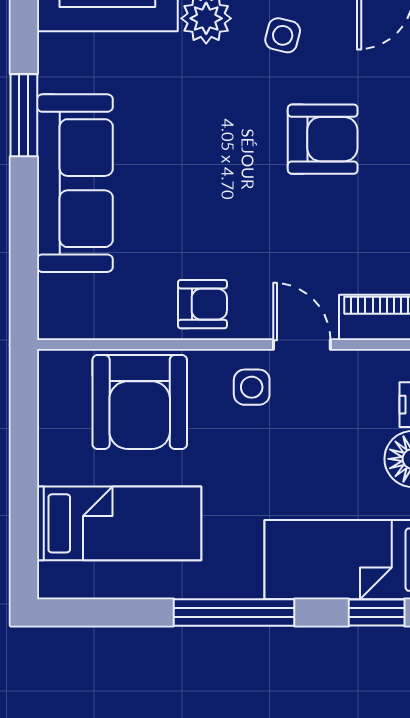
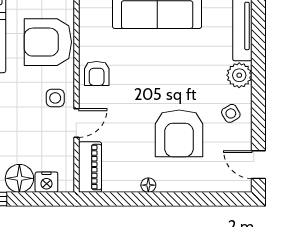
side table: (283, 35) -> (231, 113), turned 45
armchair: (323, 139) -> (179, 133), width x1.36, depth x1.36

